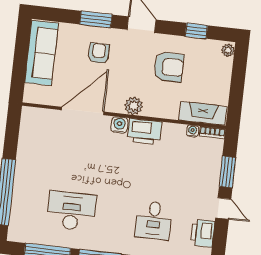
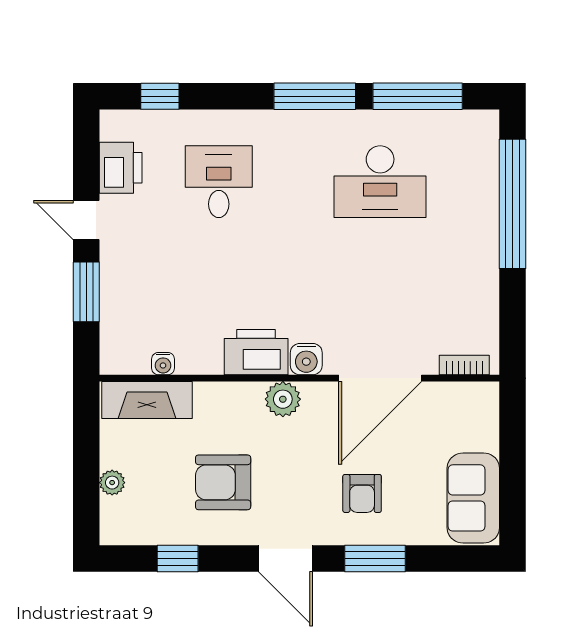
plant: (228, 50) -> (112, 483), moved
sofa: (41, 53) -> (473, 498), width x0.73
bookcase: (212, 132) -> (464, 365), moved

